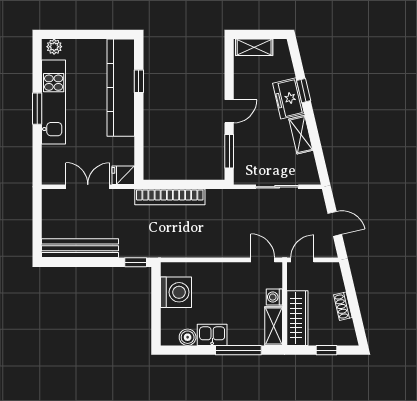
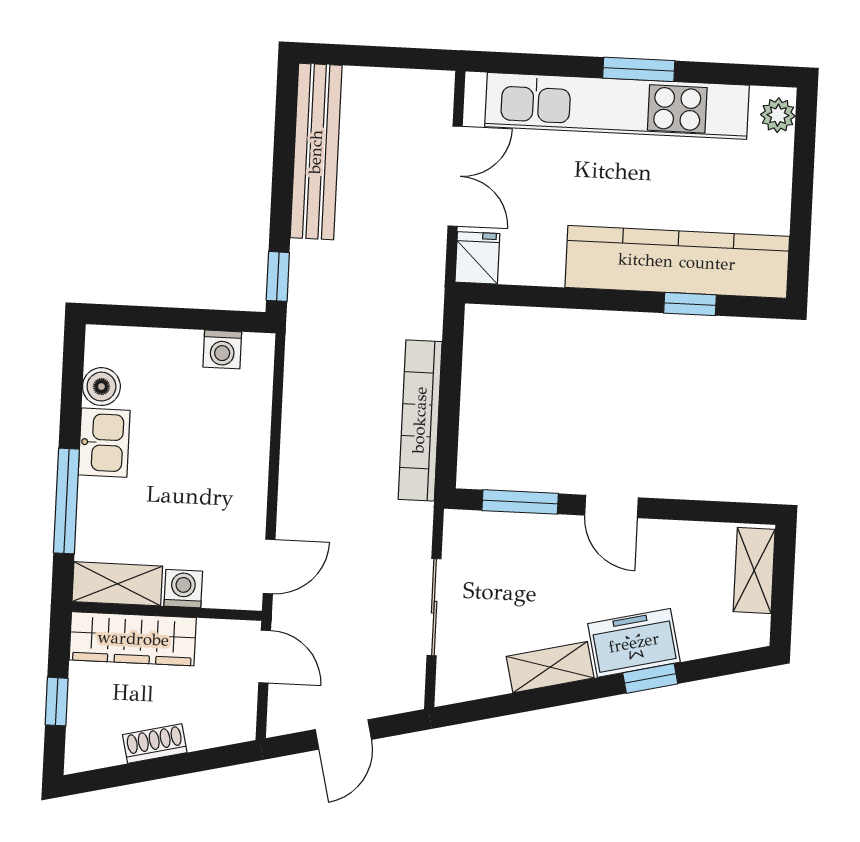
kitchen unit: (54, 102) -> (617, 106), width x1.36
bookcase: (170, 197) -> (420, 420), moved
washing machine: (176, 292) -> (222, 349), width x0.53, depth x0.53

